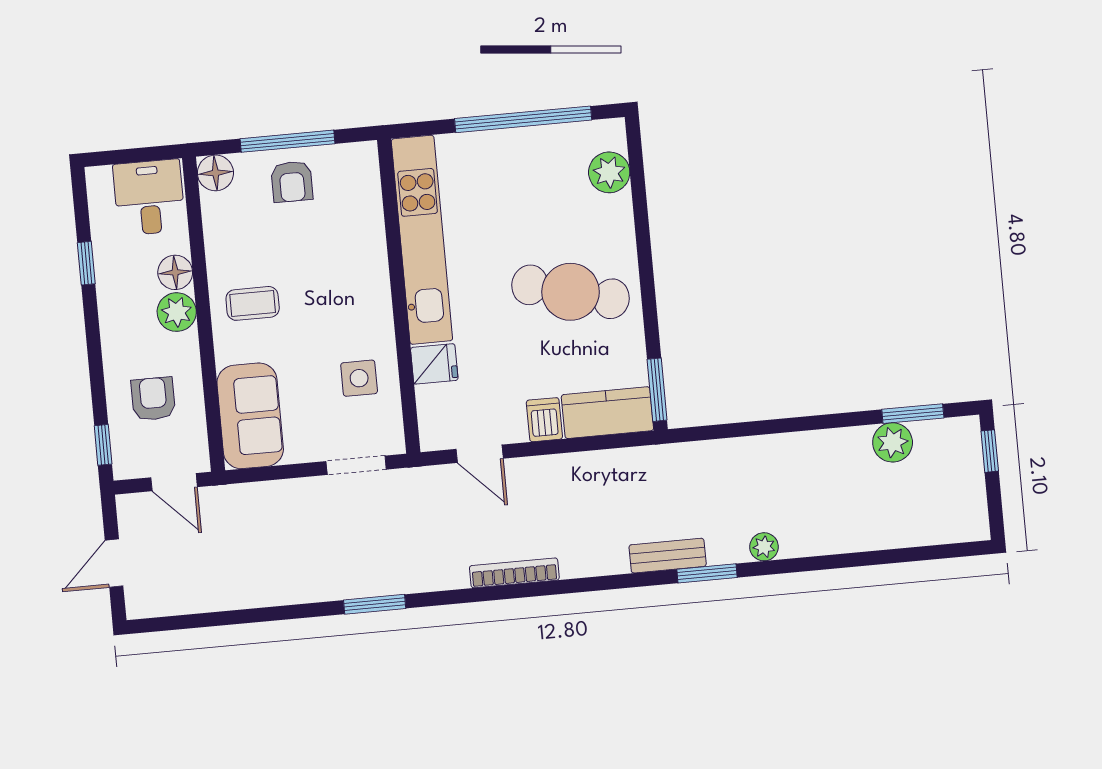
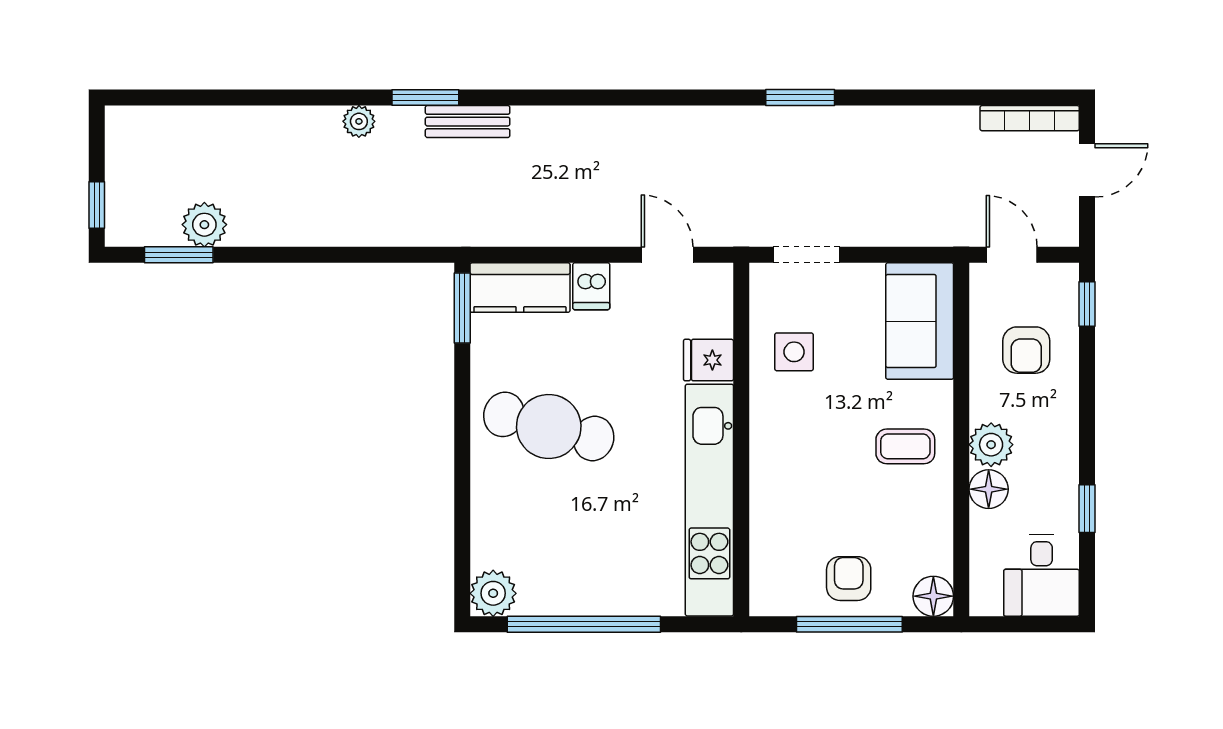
plant: (609, 172) -> (493, 593), moved
desk: (149, 197) -> (1042, 576), moved
bookcase: (514, 573) -> (1030, 118), moved

